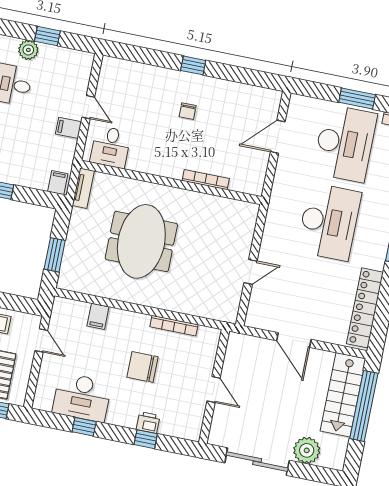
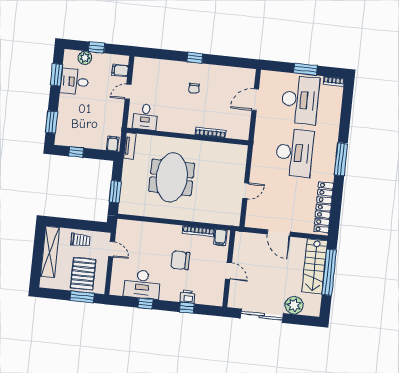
door: (88, 107) -> (128, 92), swing flipped
filing cabinet: (68, 128) -> (120, 70), moved
filing cabinet: (98, 316) -> (220, 237), moved

